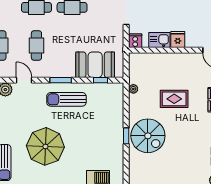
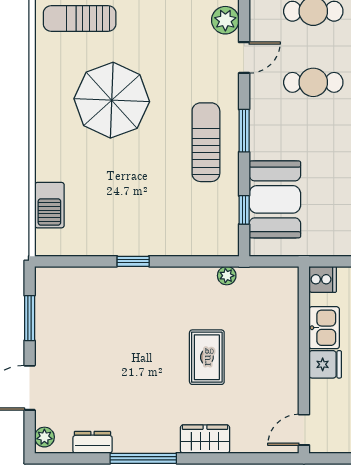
spiral stairs: (148, 136) -> (133, 305), removed

